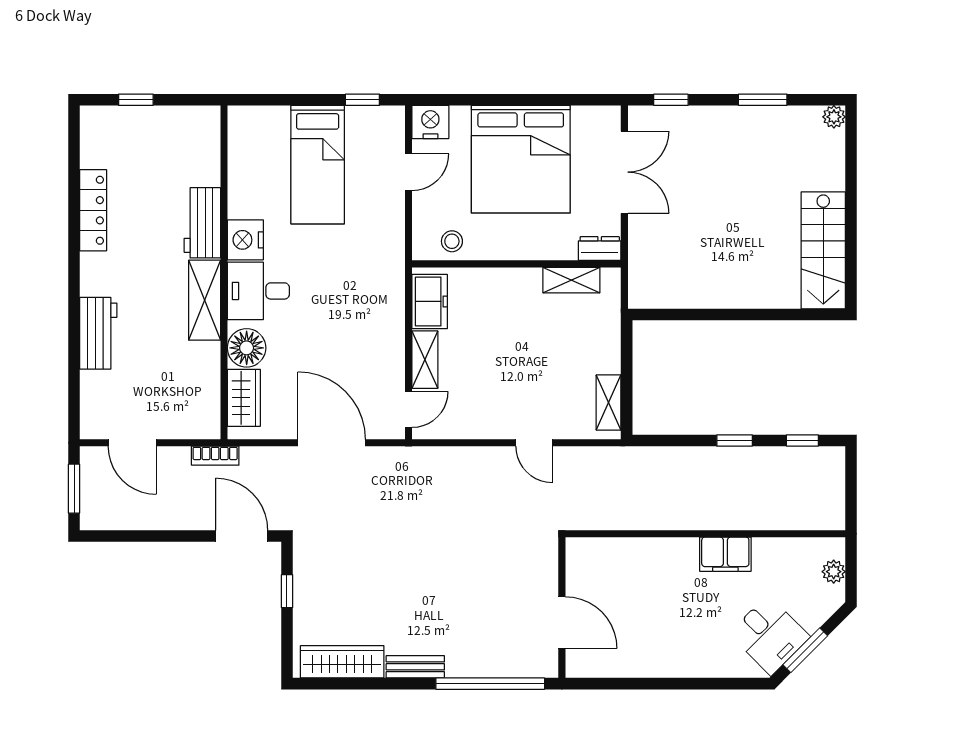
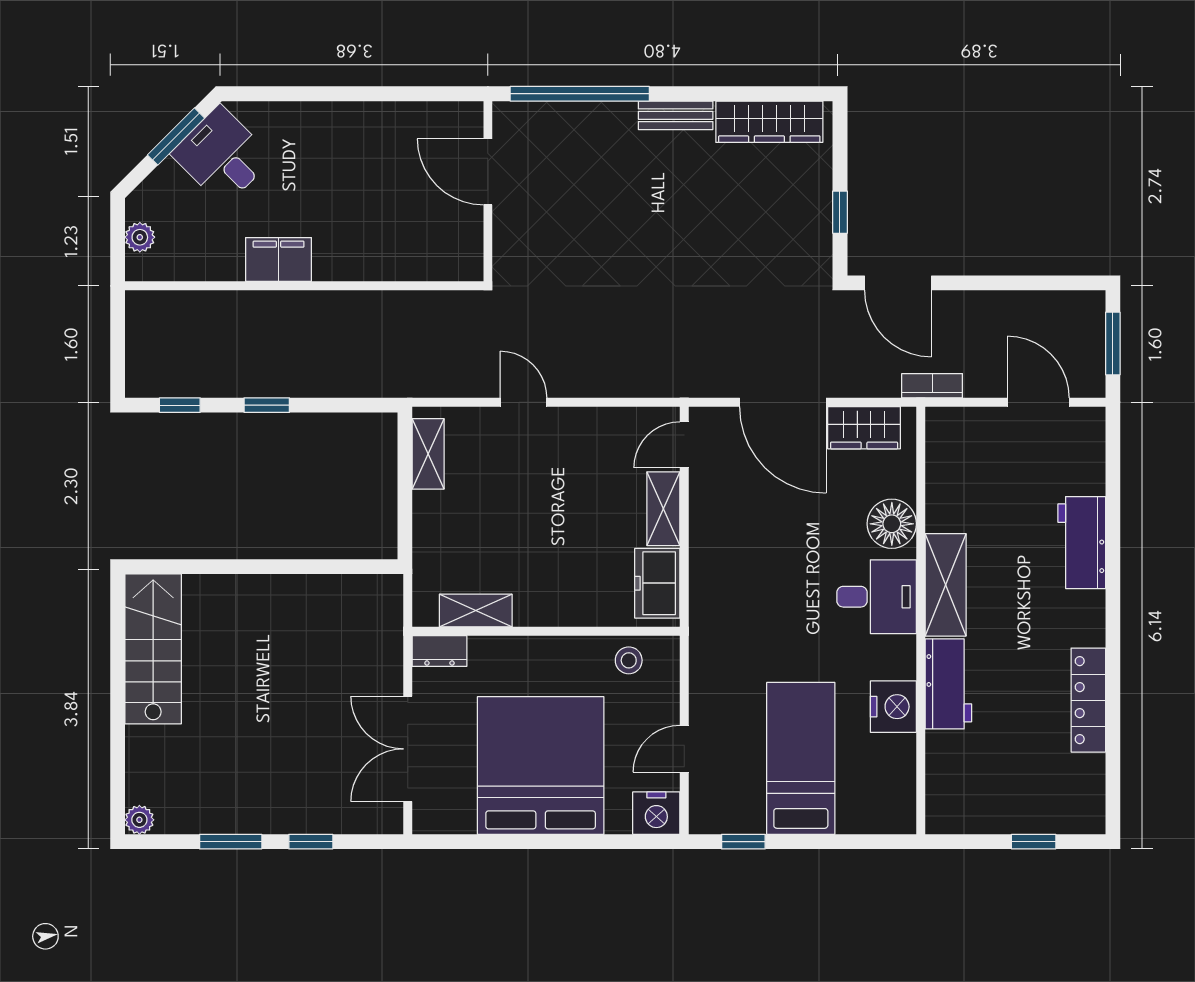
window: (671, 100) -> (311, 842), moved
nightstand: (245, 240) -> (893, 707), moved
wardrobe: (244, 398) -> (864, 428), moved, turned -90

